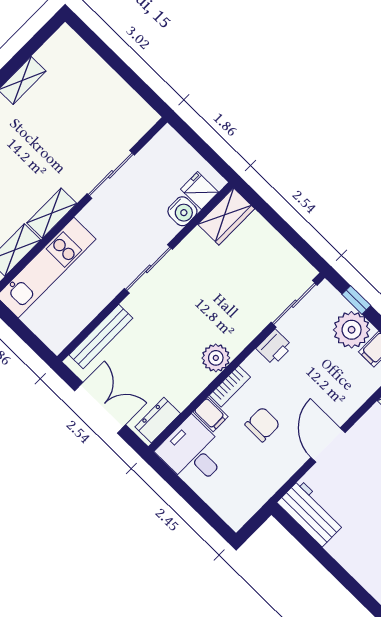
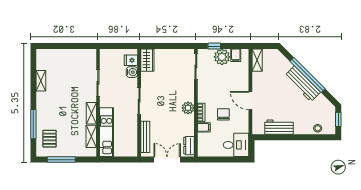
printer: (274, 347) -> (203, 86), removed
desk: (193, 452) -> (236, 145), moved, turned 180
workbench: (311, 513) -> (279, 127), moved

